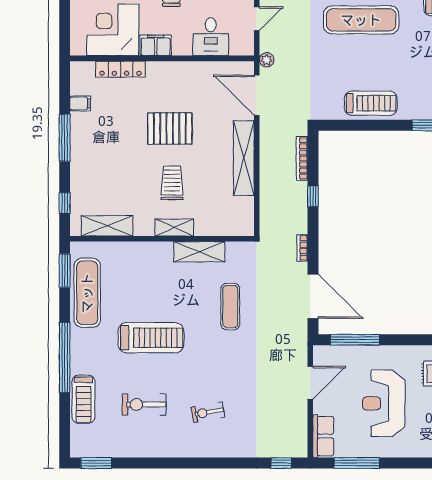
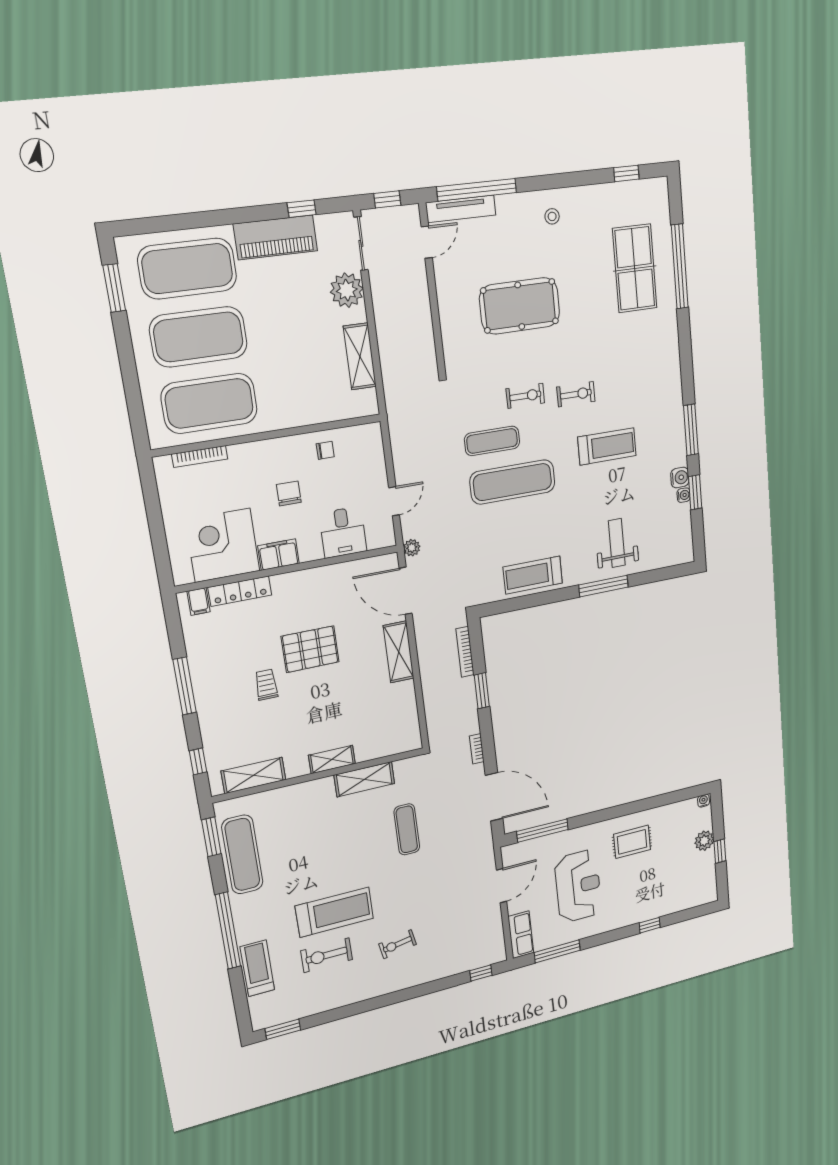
filing cabinet: (80, 103) -> (199, 601), moved, turned 90
treadmill: (371, 103) -> (533, 575), turned 180
shelving: (244, 158) -> (399, 652), width x0.68
trolley: (172, 183) -> (266, 685), moved, width x0.73, depth x0.72
window: (313, 196) -> (482, 691), width x1.50
treadmill: (151, 338) -> (334, 912), moved
treadmill: (84, 399) -> (257, 968), turned 180
reception desk: (384, 403) -> (578, 886), turned 180

